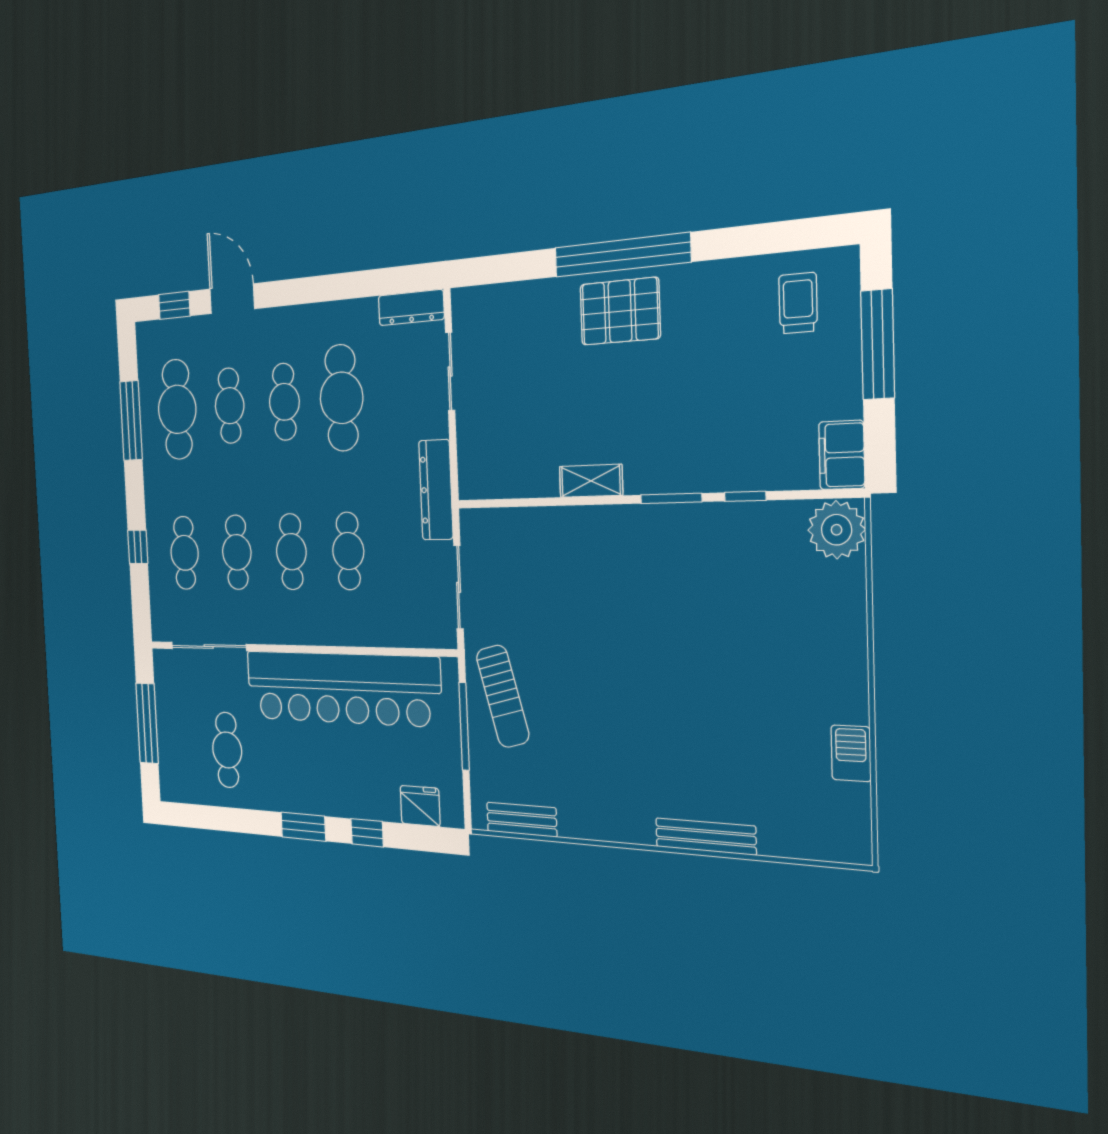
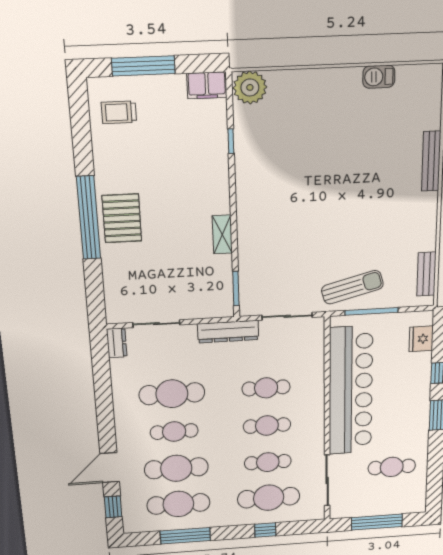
dresser: (411, 307) -> (117, 343), width x0.70
cafe table: (230, 406) -> (176, 468), width x1.37, depth x1.35
window: (671, 498) -> (236, 288), moved
cafe table: (185, 553) -> (269, 498), width x1.37, depth x1.35

